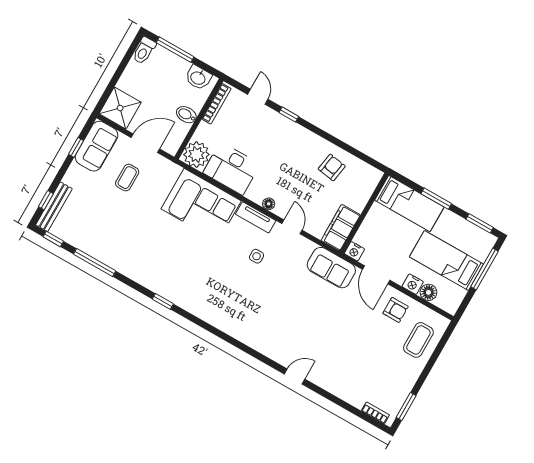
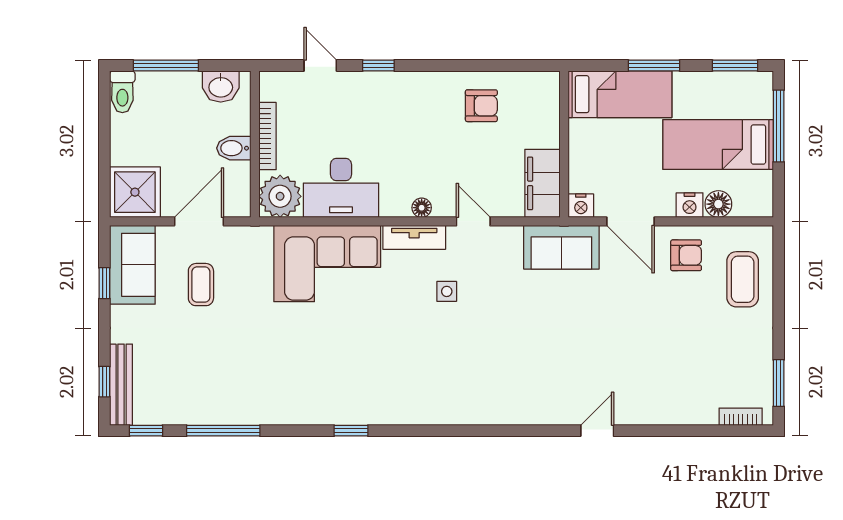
bookcase: (216, 104) -> (268, 136), moved
armchair: (332, 167) -> (481, 106), turned 81

